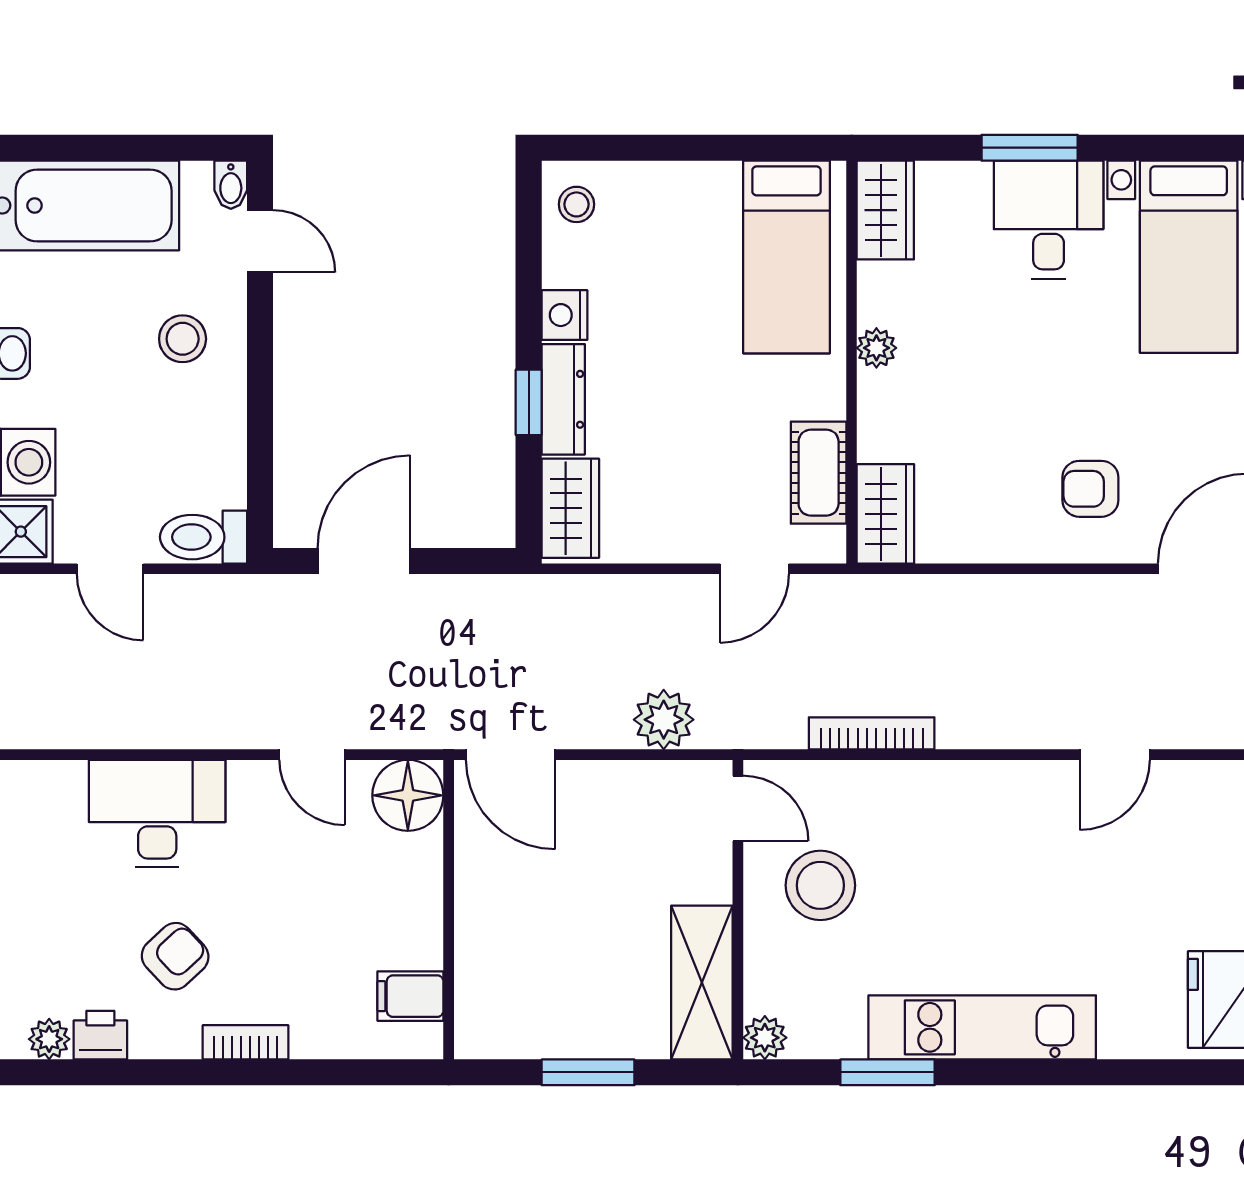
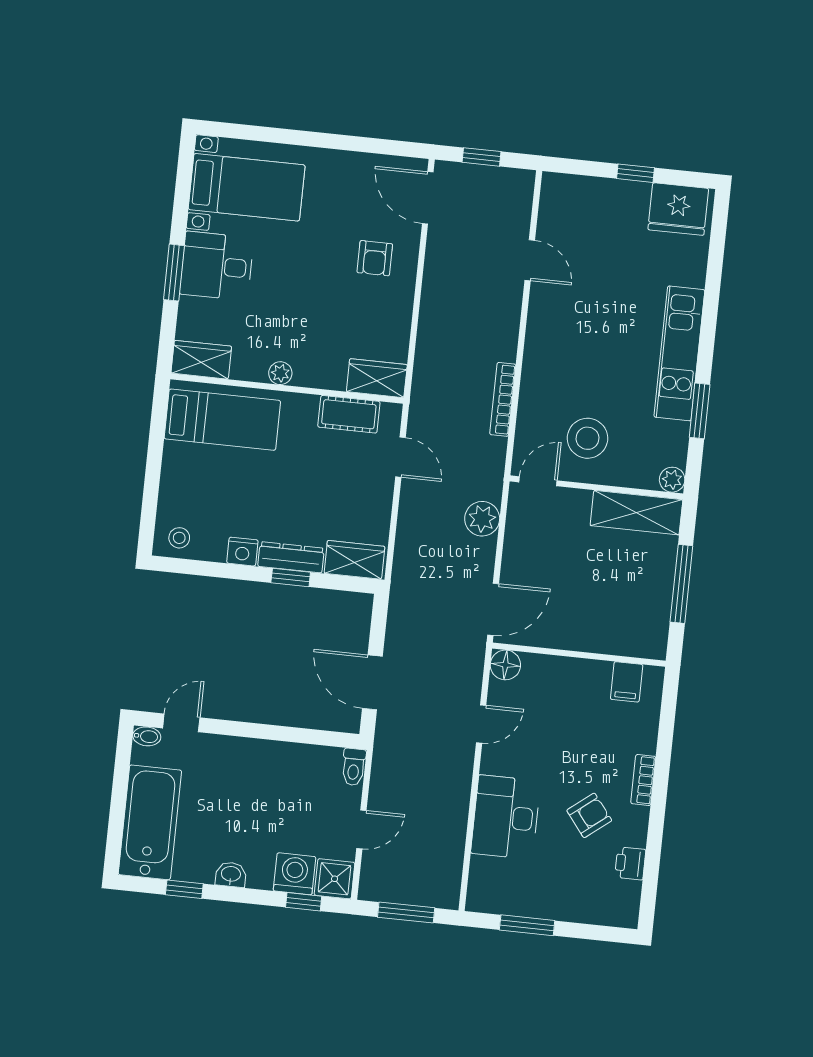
stool: (183, 339) -> (233, 774), removed
toilet: (204, 537) -> (354, 767), width x0.73, depth x0.72
floor lamp: (408, 795) -> (505, 665), width x0.73, depth x0.73
armchair: (175, 956) -> (589, 815), turned 95
plant: (49, 1039) -> (629, 893), removed
window: (588, 1072) -> (681, 584), width x1.44

